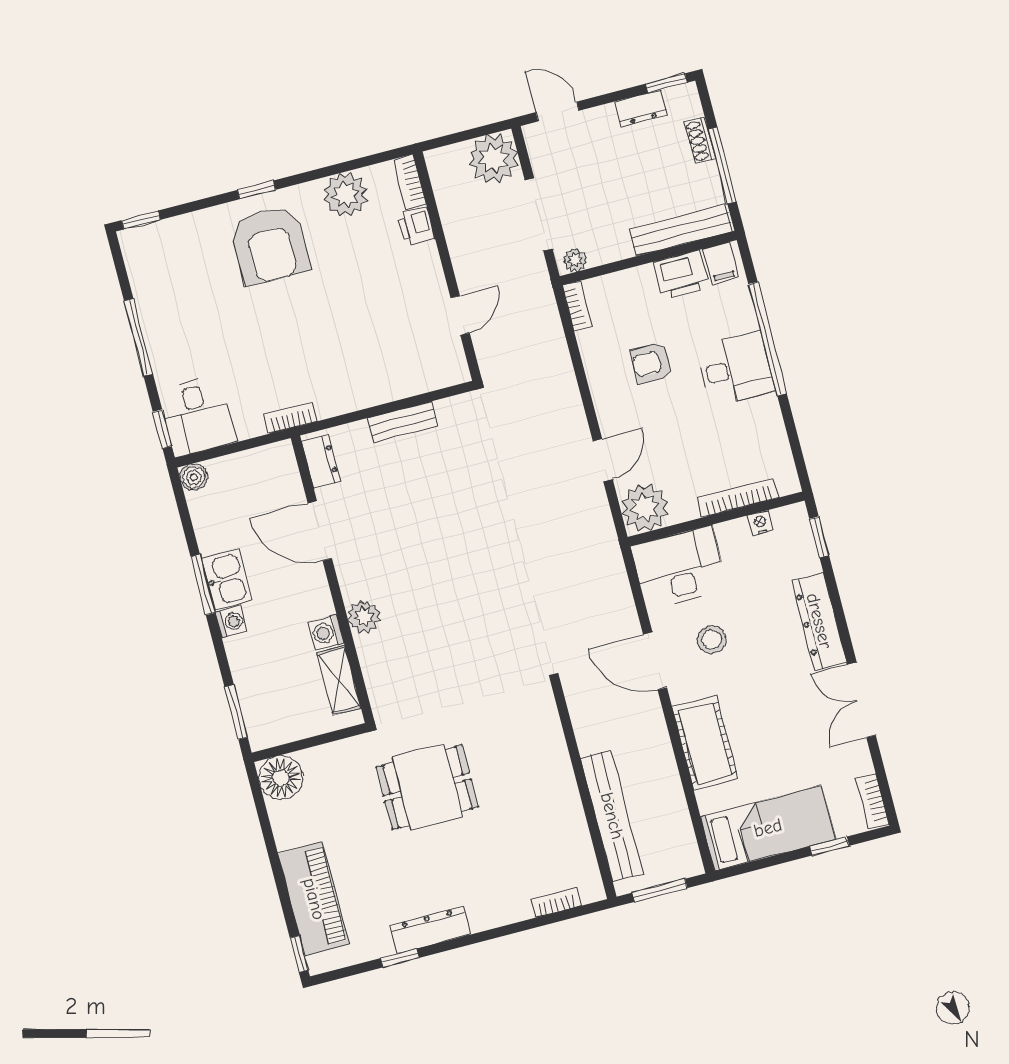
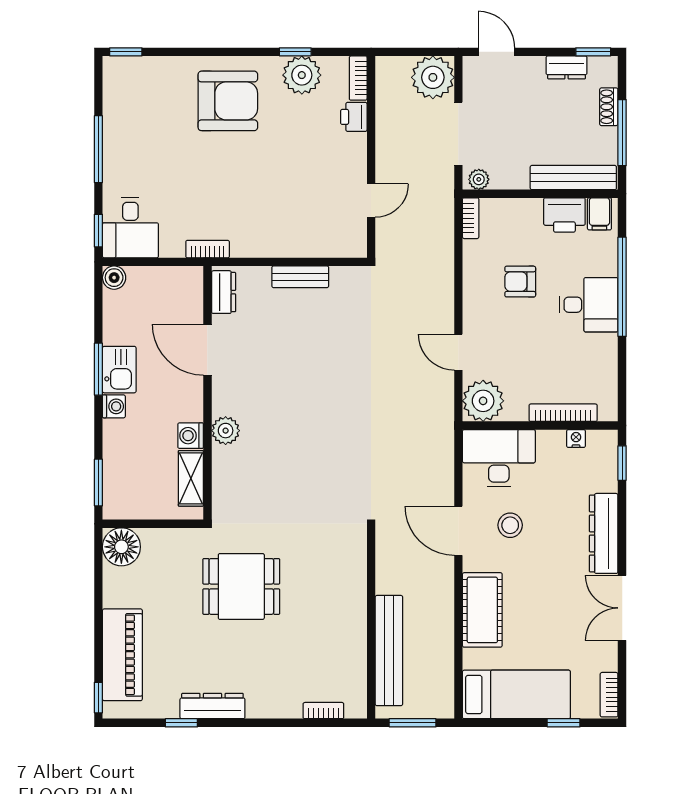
window: (256, 190) -> (295, 52), moved
armchair: (270, 245) -> (228, 101), turned -90
door: (603, 460) -> (458, 352), swing flipped

